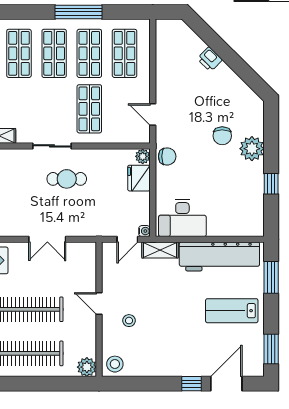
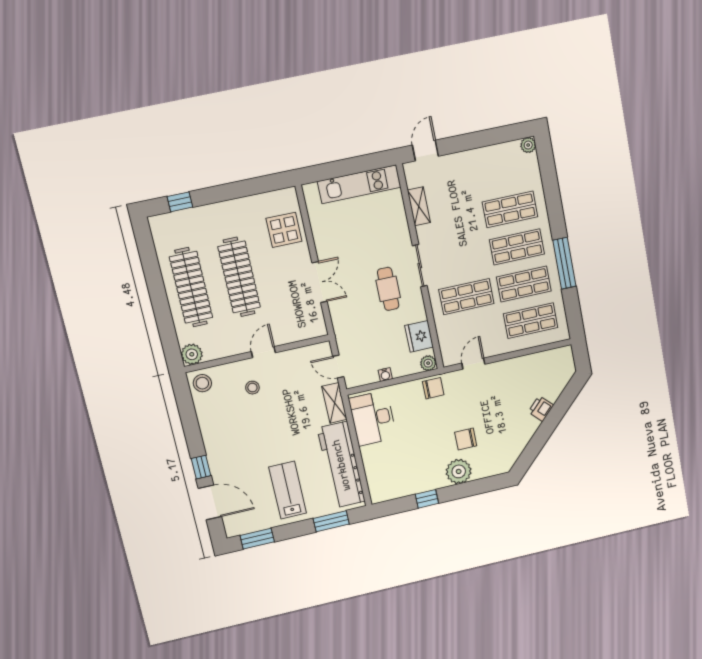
chair: (167, 156) -> (433, 388), turned -90
fridge: (139, 178) -> (419, 336), moved, turned -90
water cooler: (144, 231) -> (385, 375), moved
double door: (47, 239) -> (320, 282), swing flipped

